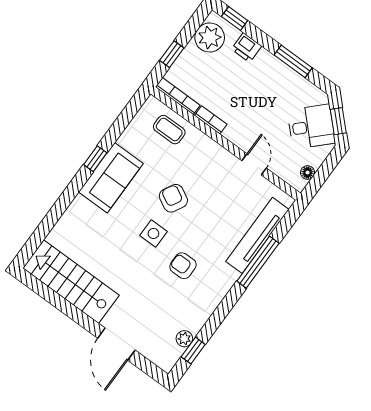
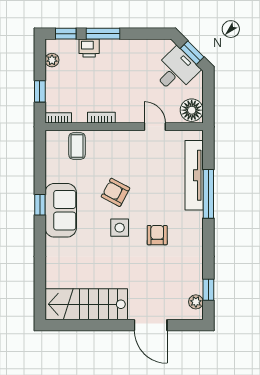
plant: (210, 38) -> (52, 60), width x0.53, depth x0.53
window: (293, 61) -> (103, 34), moved
bookcase: (178, 96) -> (58, 118), width x0.64
coffee table: (169, 130) -> (77, 146), turned 90
floor lamp: (308, 173) -> (192, 110), width x1.89, depth x1.89
armchair: (183, 266) -> (157, 235), turned 90
plant: (184, 339) -> (196, 302), moved

